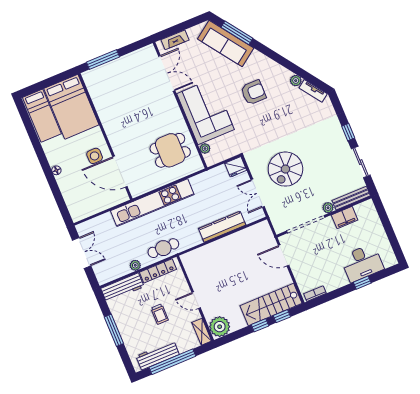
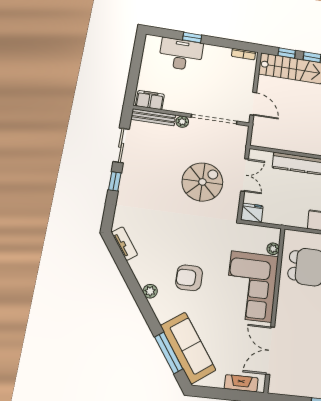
plant: (296, 81) -> (150, 291), moved
filing cabinet: (345, 218) -> (150, 100), moved

